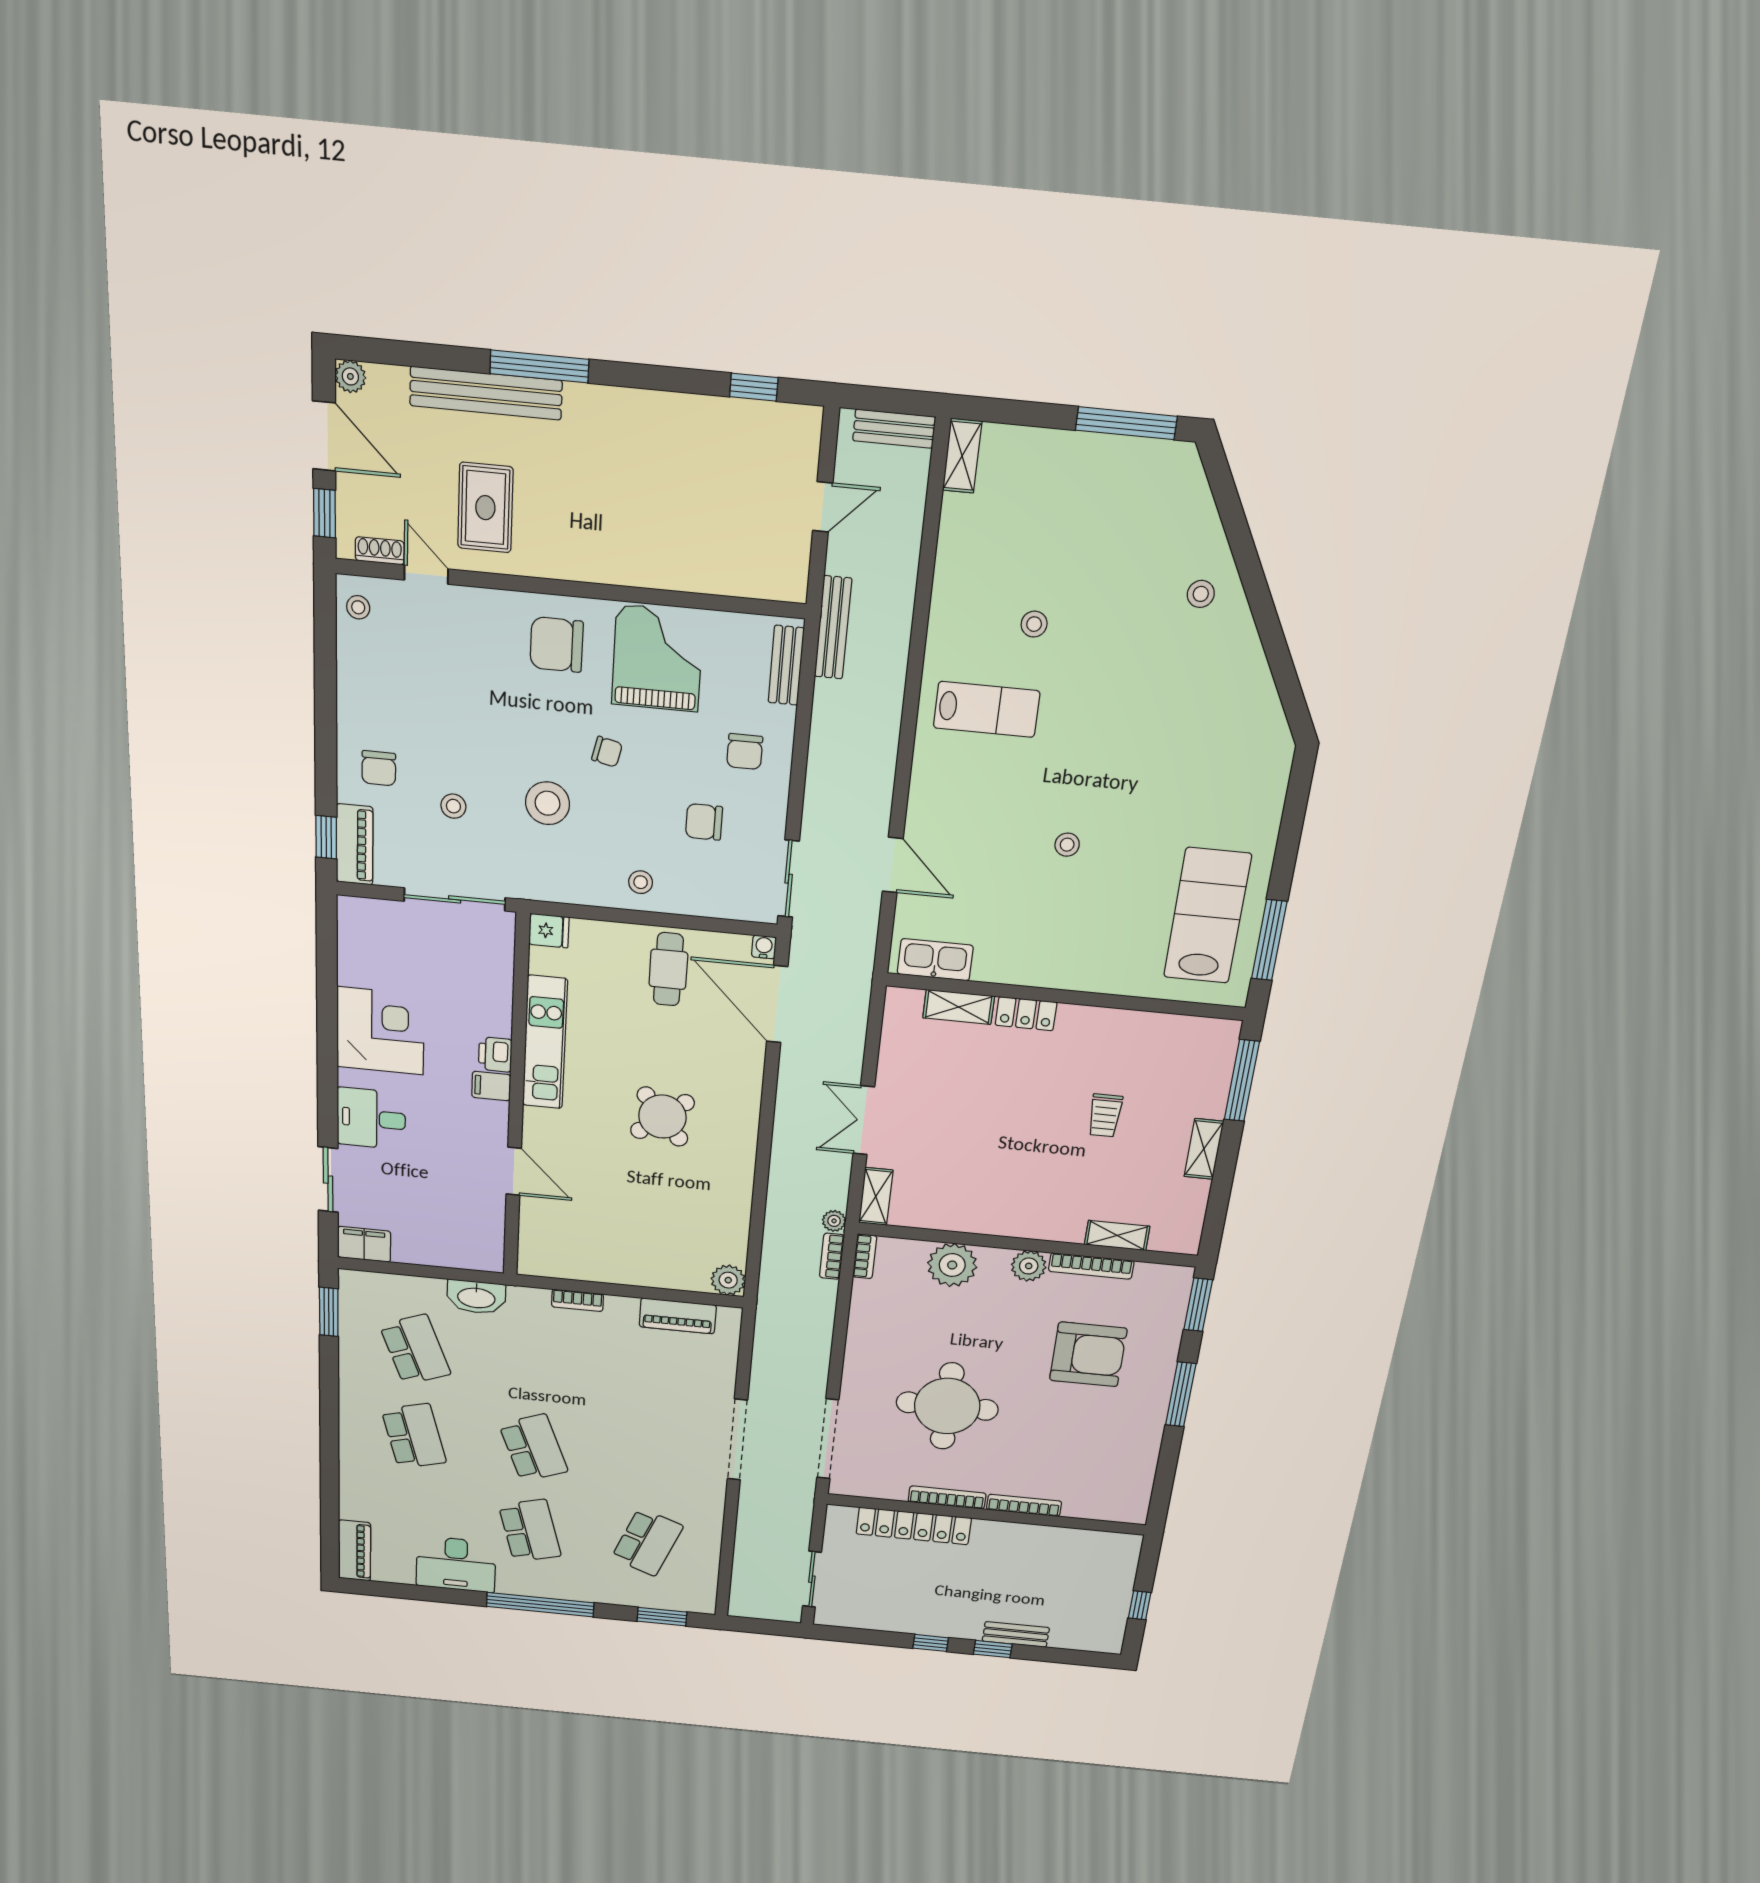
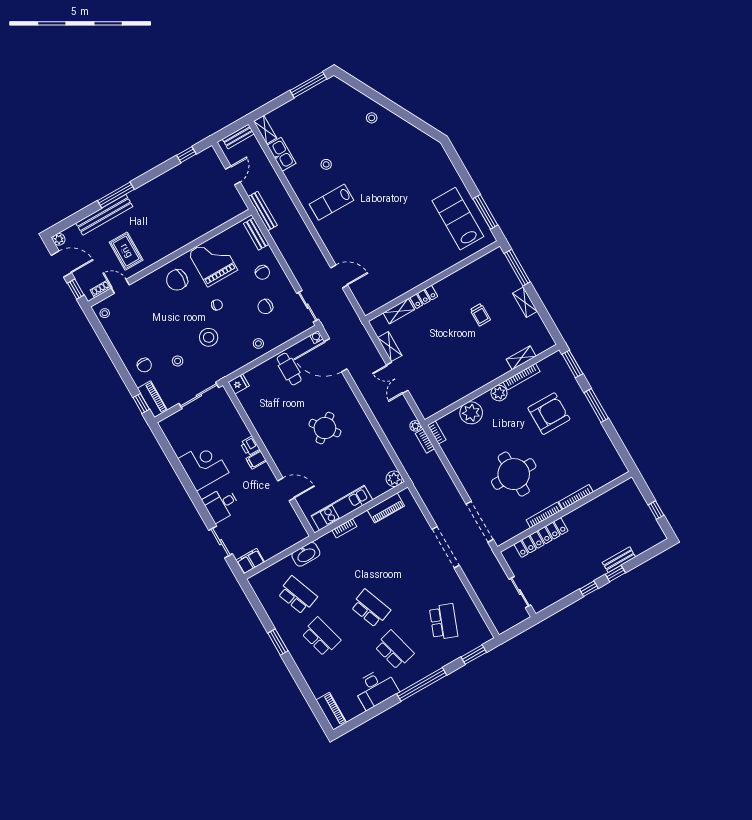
lab bench: (987, 709) -> (331, 202), turned 180
stool: (1067, 845) -> (392, 228), removed
kitchen sink: (935, 960) -> (282, 154), moved, turned 90
kitchen unit: (545, 1042) -> (342, 508), moved, turned -90
shelving: (876, 1196) -> (390, 347), moved
window: (329, 1312) -> (278, 642), moved

